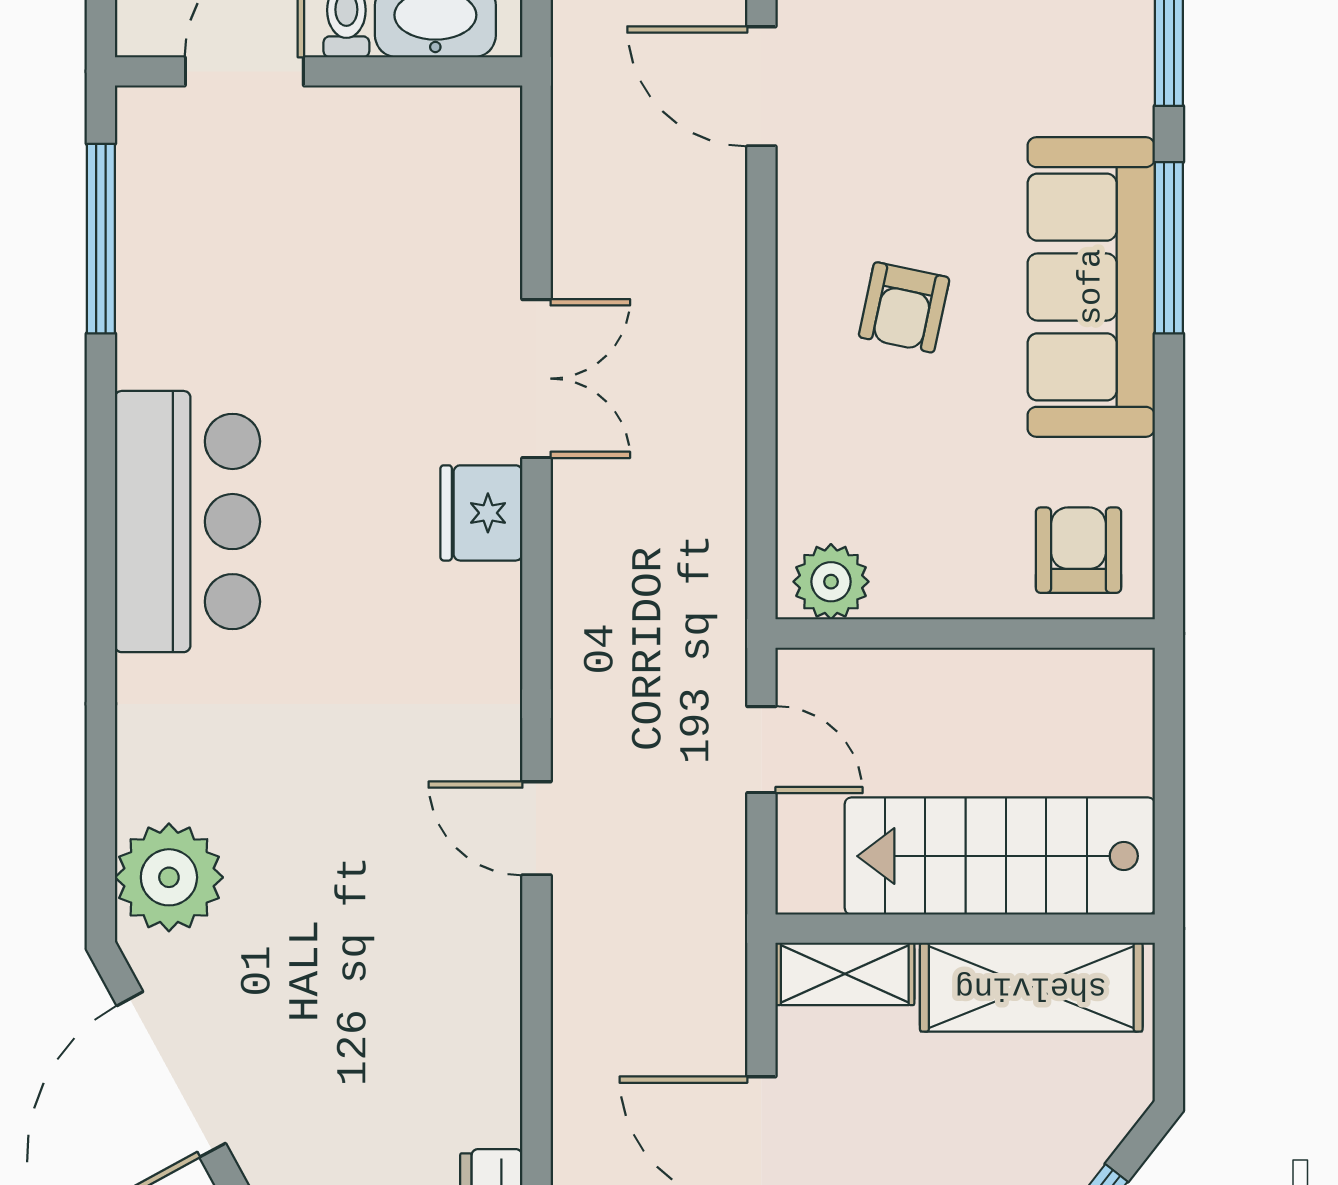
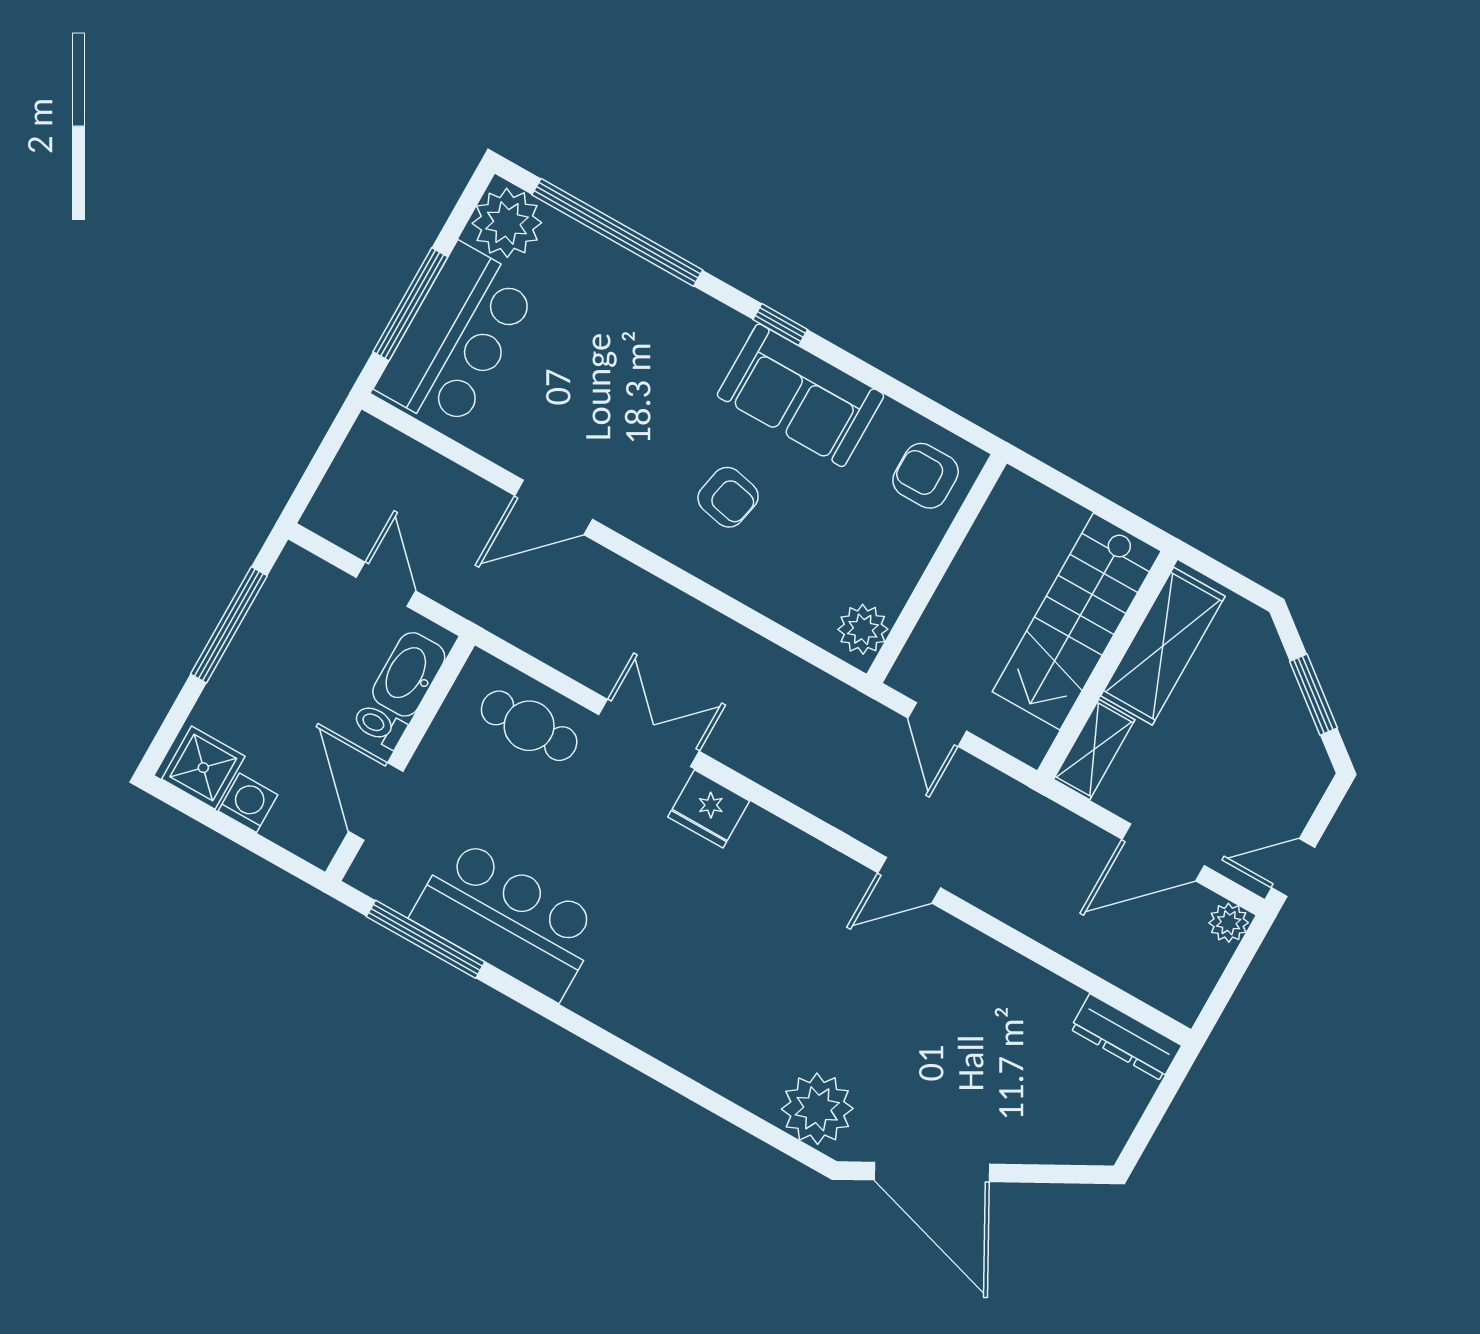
cafe table: (457, 216) -> (529, 726), added
window: (1169, 248) -> (780, 325), width x0.46
sofa: (1091, 287) -> (800, 395), width x0.73
bar counter: (187, 522) -> (507, 919), moved
door: (761, 750) -> (937, 724), swing flipped

